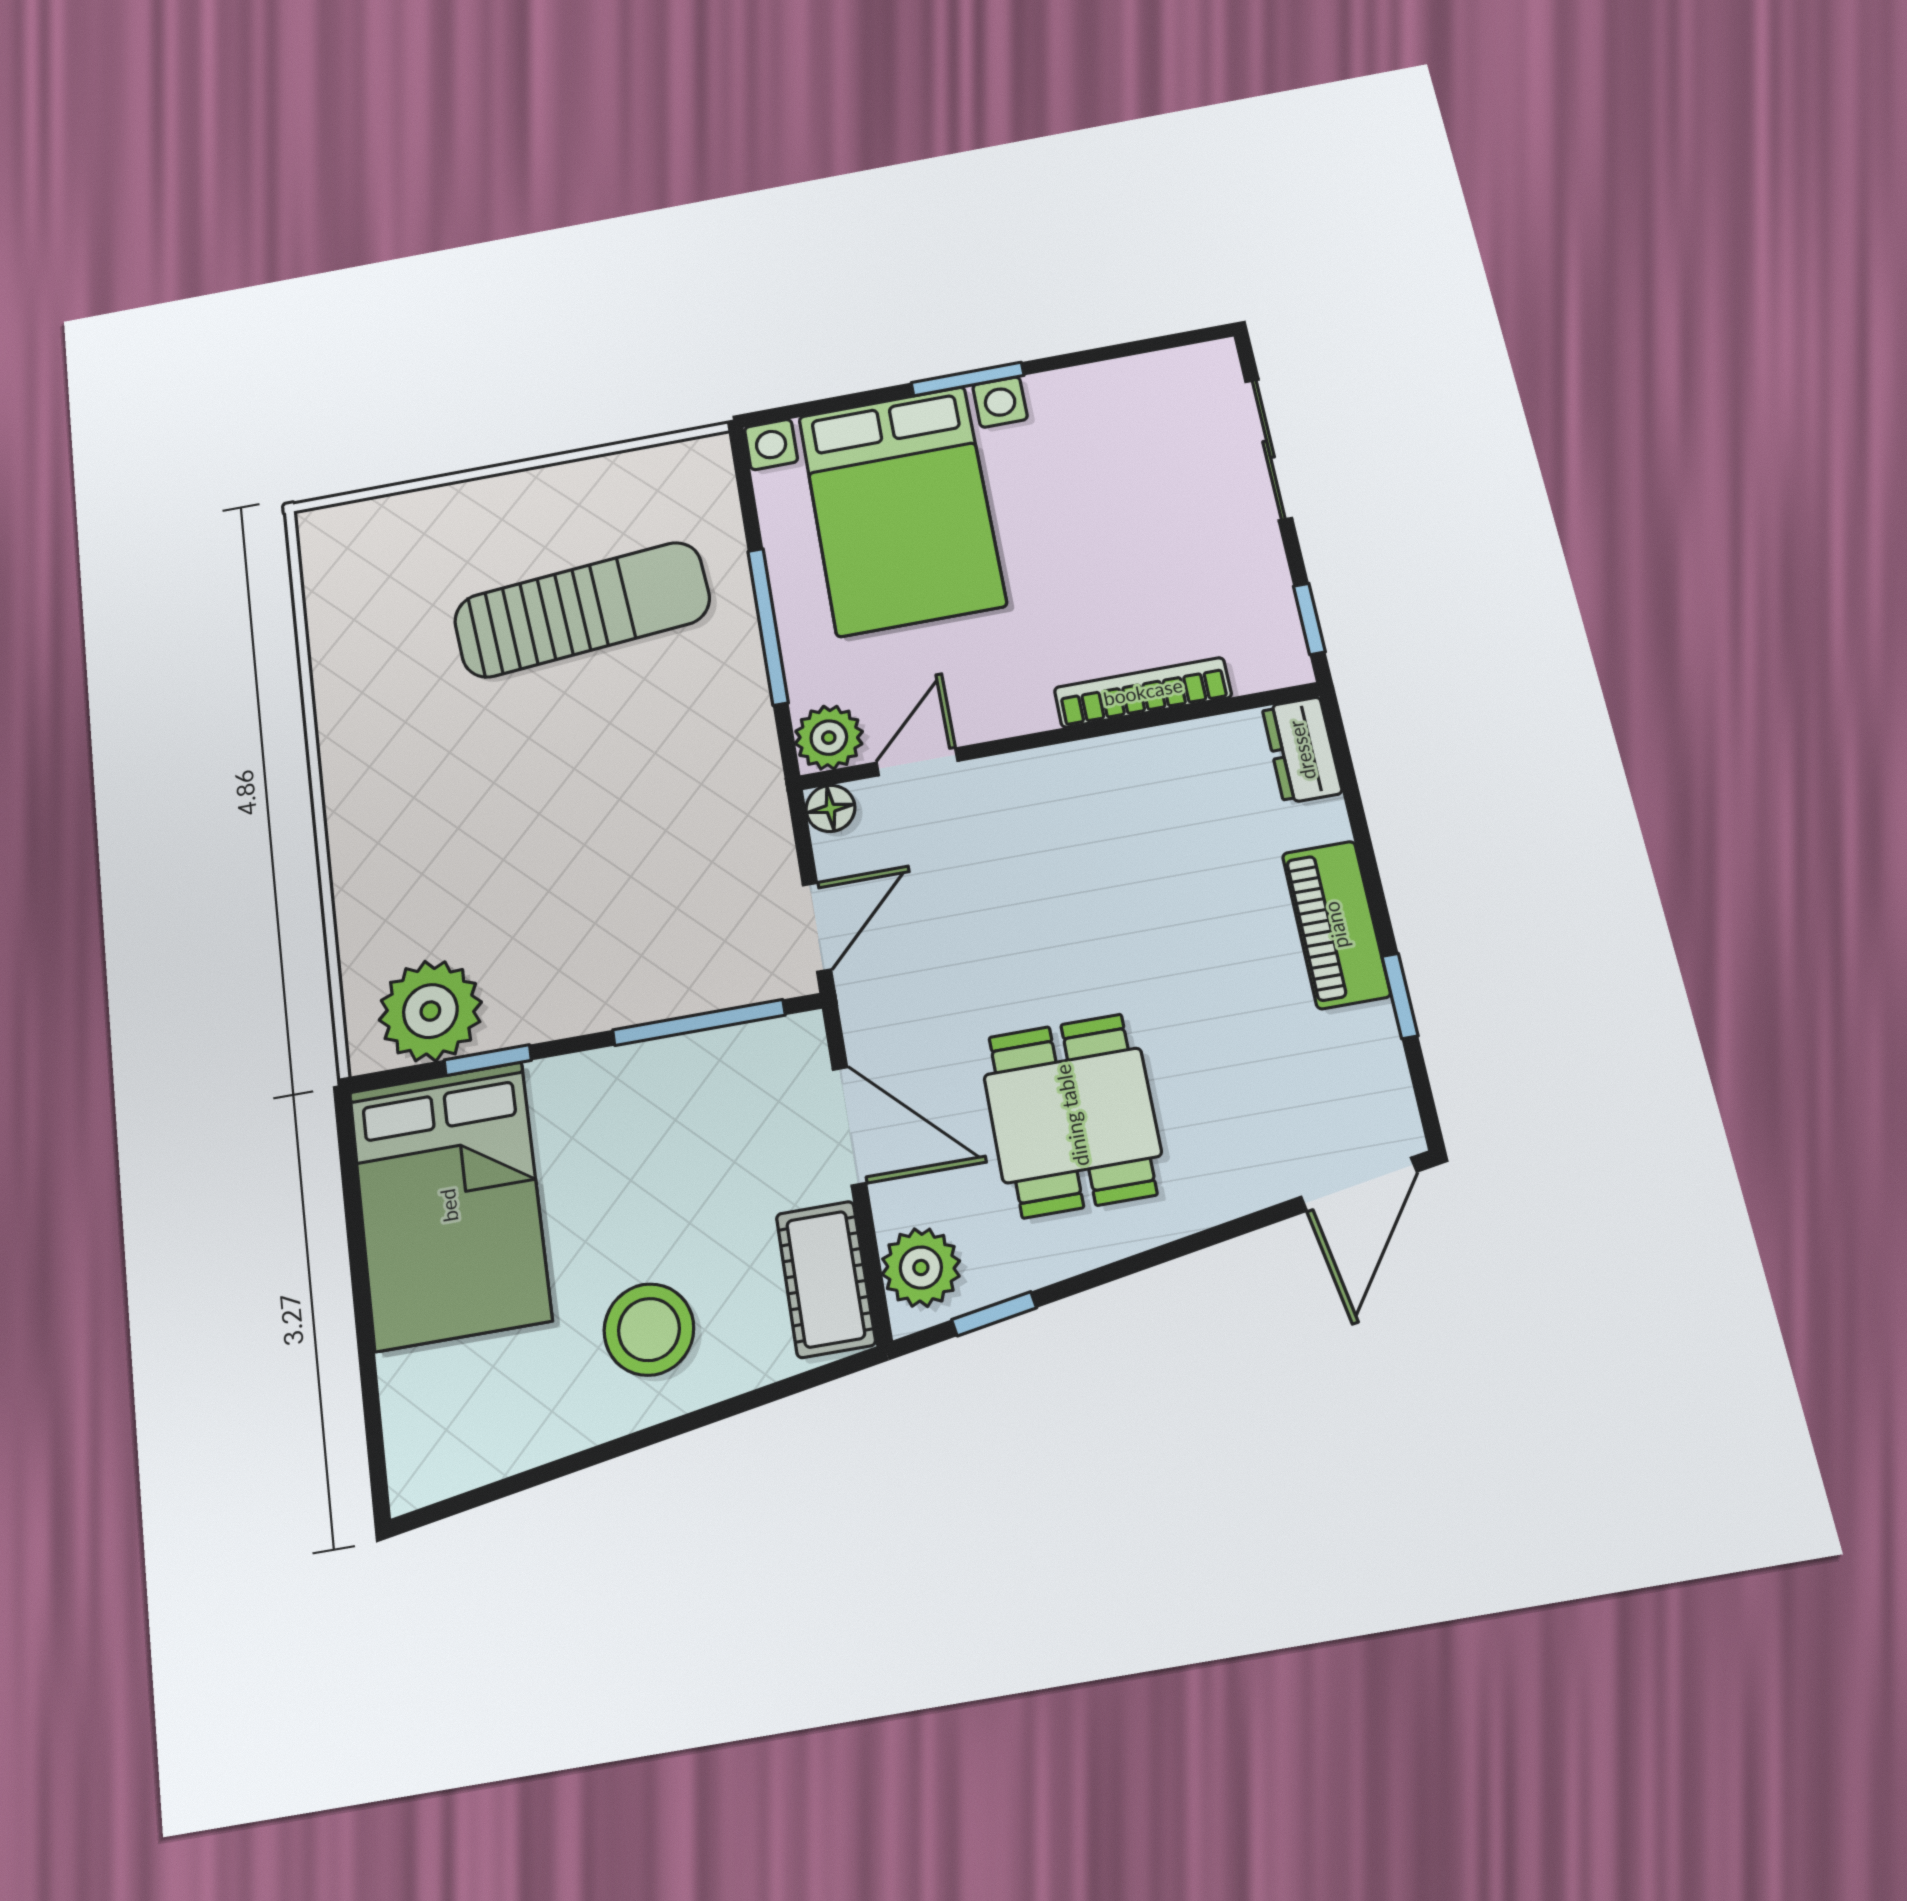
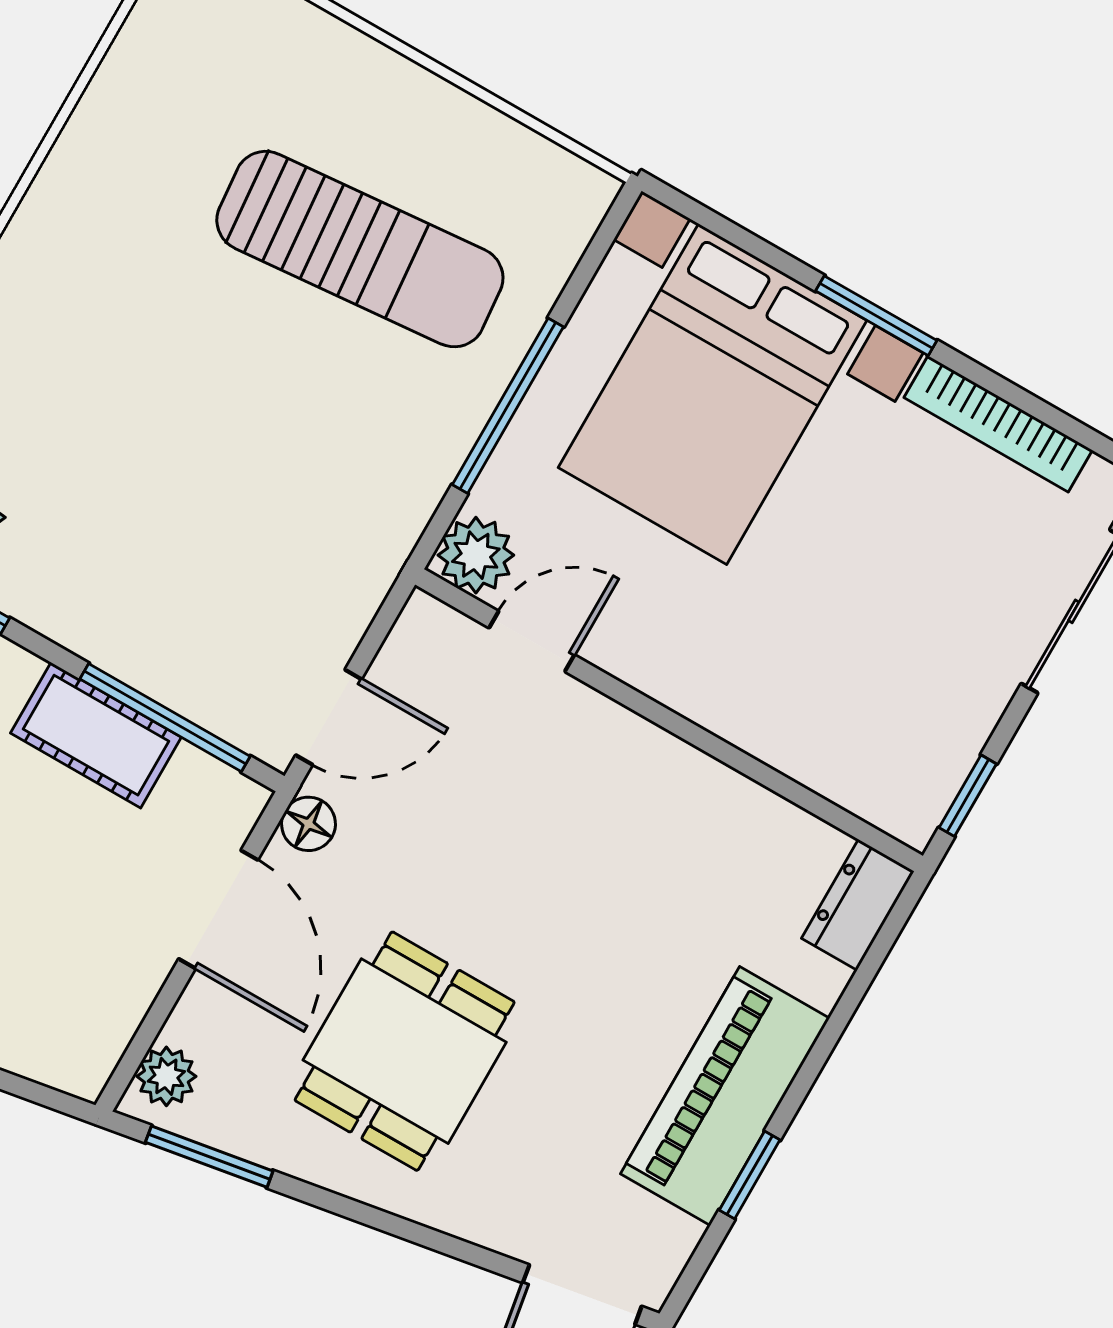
bookcase: (1143, 692) -> (998, 424), moved, turned 180
floor lamp: (830, 808) -> (308, 824), moved
piano: (1336, 925) -> (725, 1096), width x1.37, depth x1.33
plant: (921, 1268) -> (166, 1076), width x0.73, depth x0.73
cot: (826, 1279) -> (96, 735), moved, turned 90
window: (994, 1314) -> (209, 1157), width x1.50

